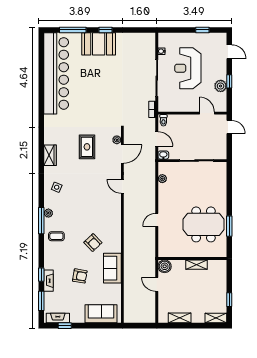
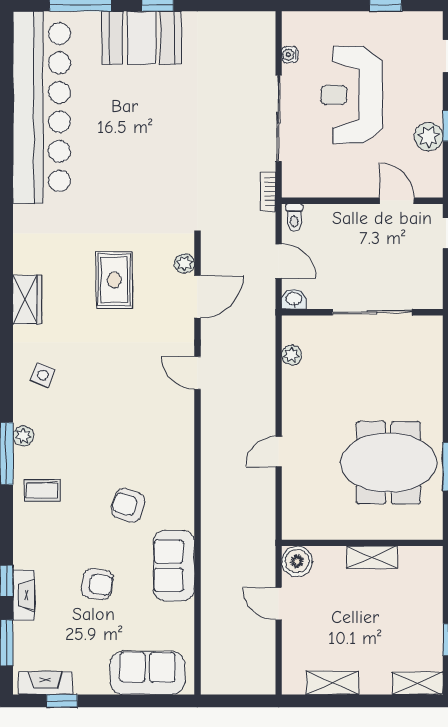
armchair: (93, 243) -> (128, 505), turned 152

